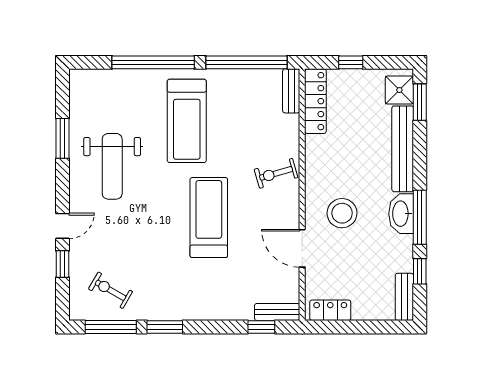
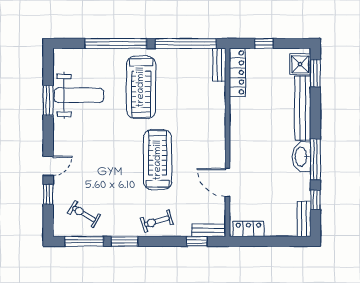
weight bench: (112, 166) -> (79, 95), moved, turned -90
exercise bike: (276, 173) -> (157, 221), moved
stool: (342, 213) -> (257, 156), removed

